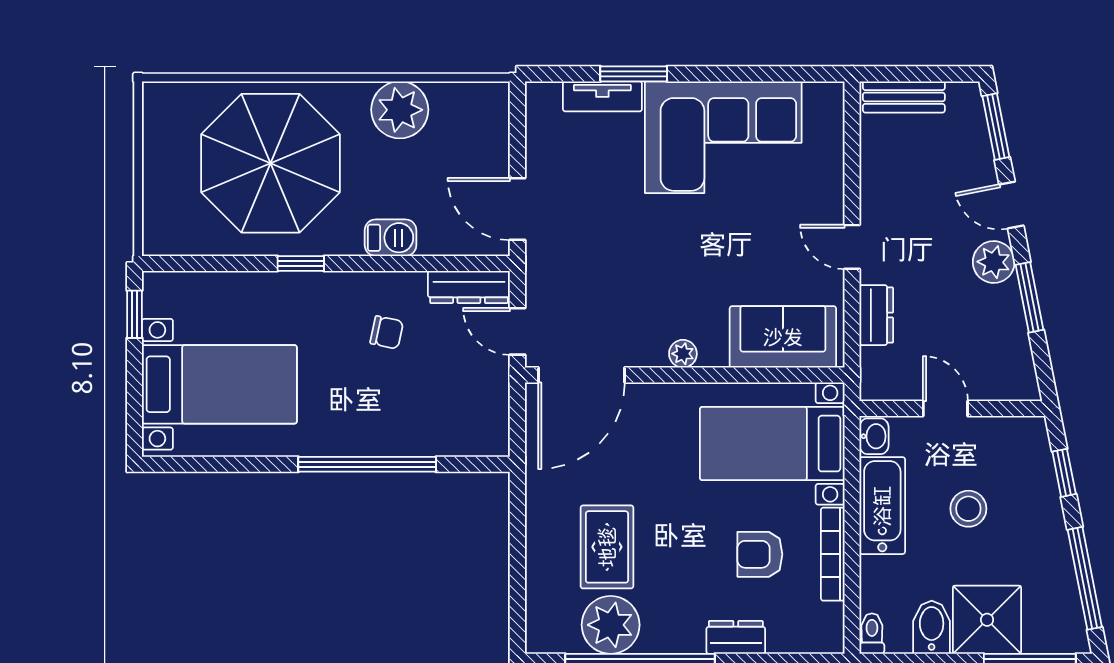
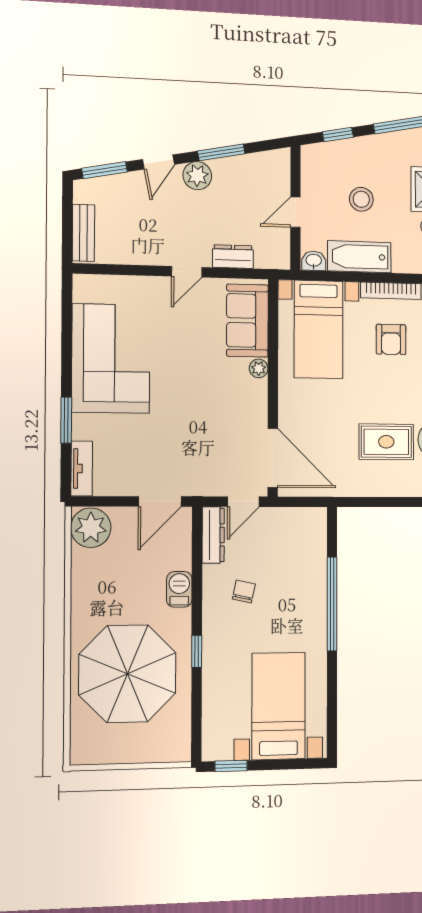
tv unit: (602, 96) -> (82, 469), moved
plant: (400, 110) -> (91, 528), moved
plant: (683, 354) -> (259, 368), moved

